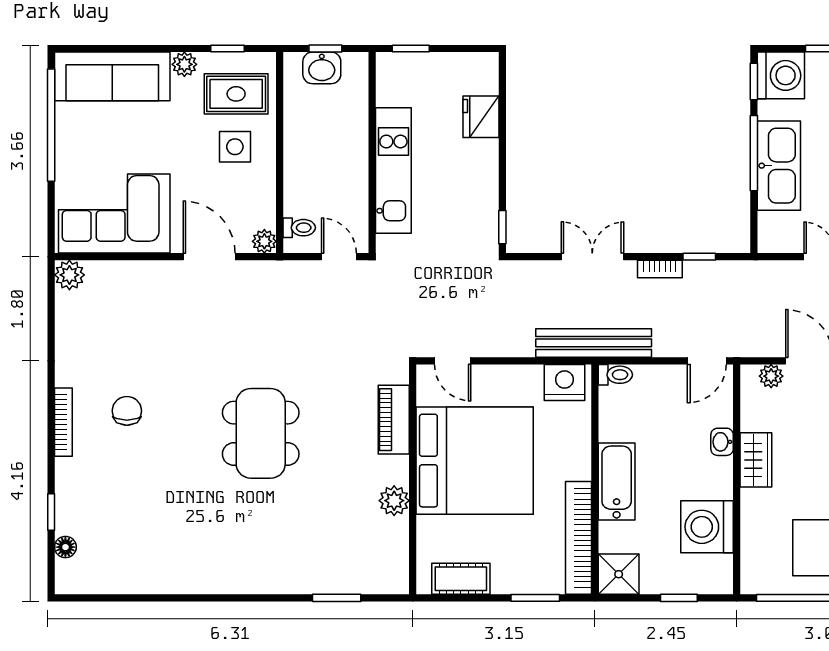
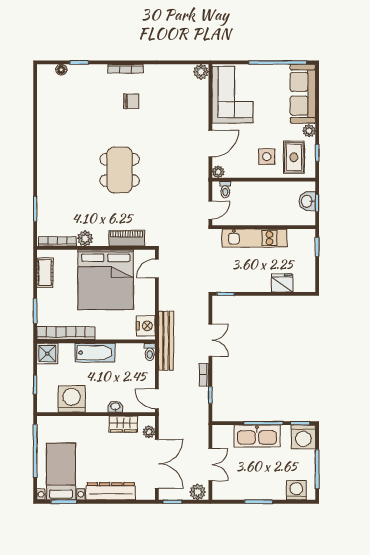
dining table: (261, 433) -> (120, 170), turned 90
wardrobe: (756, 460) -> (123, 424), moved
bookcase: (400, 554) -> (57, 241), added

